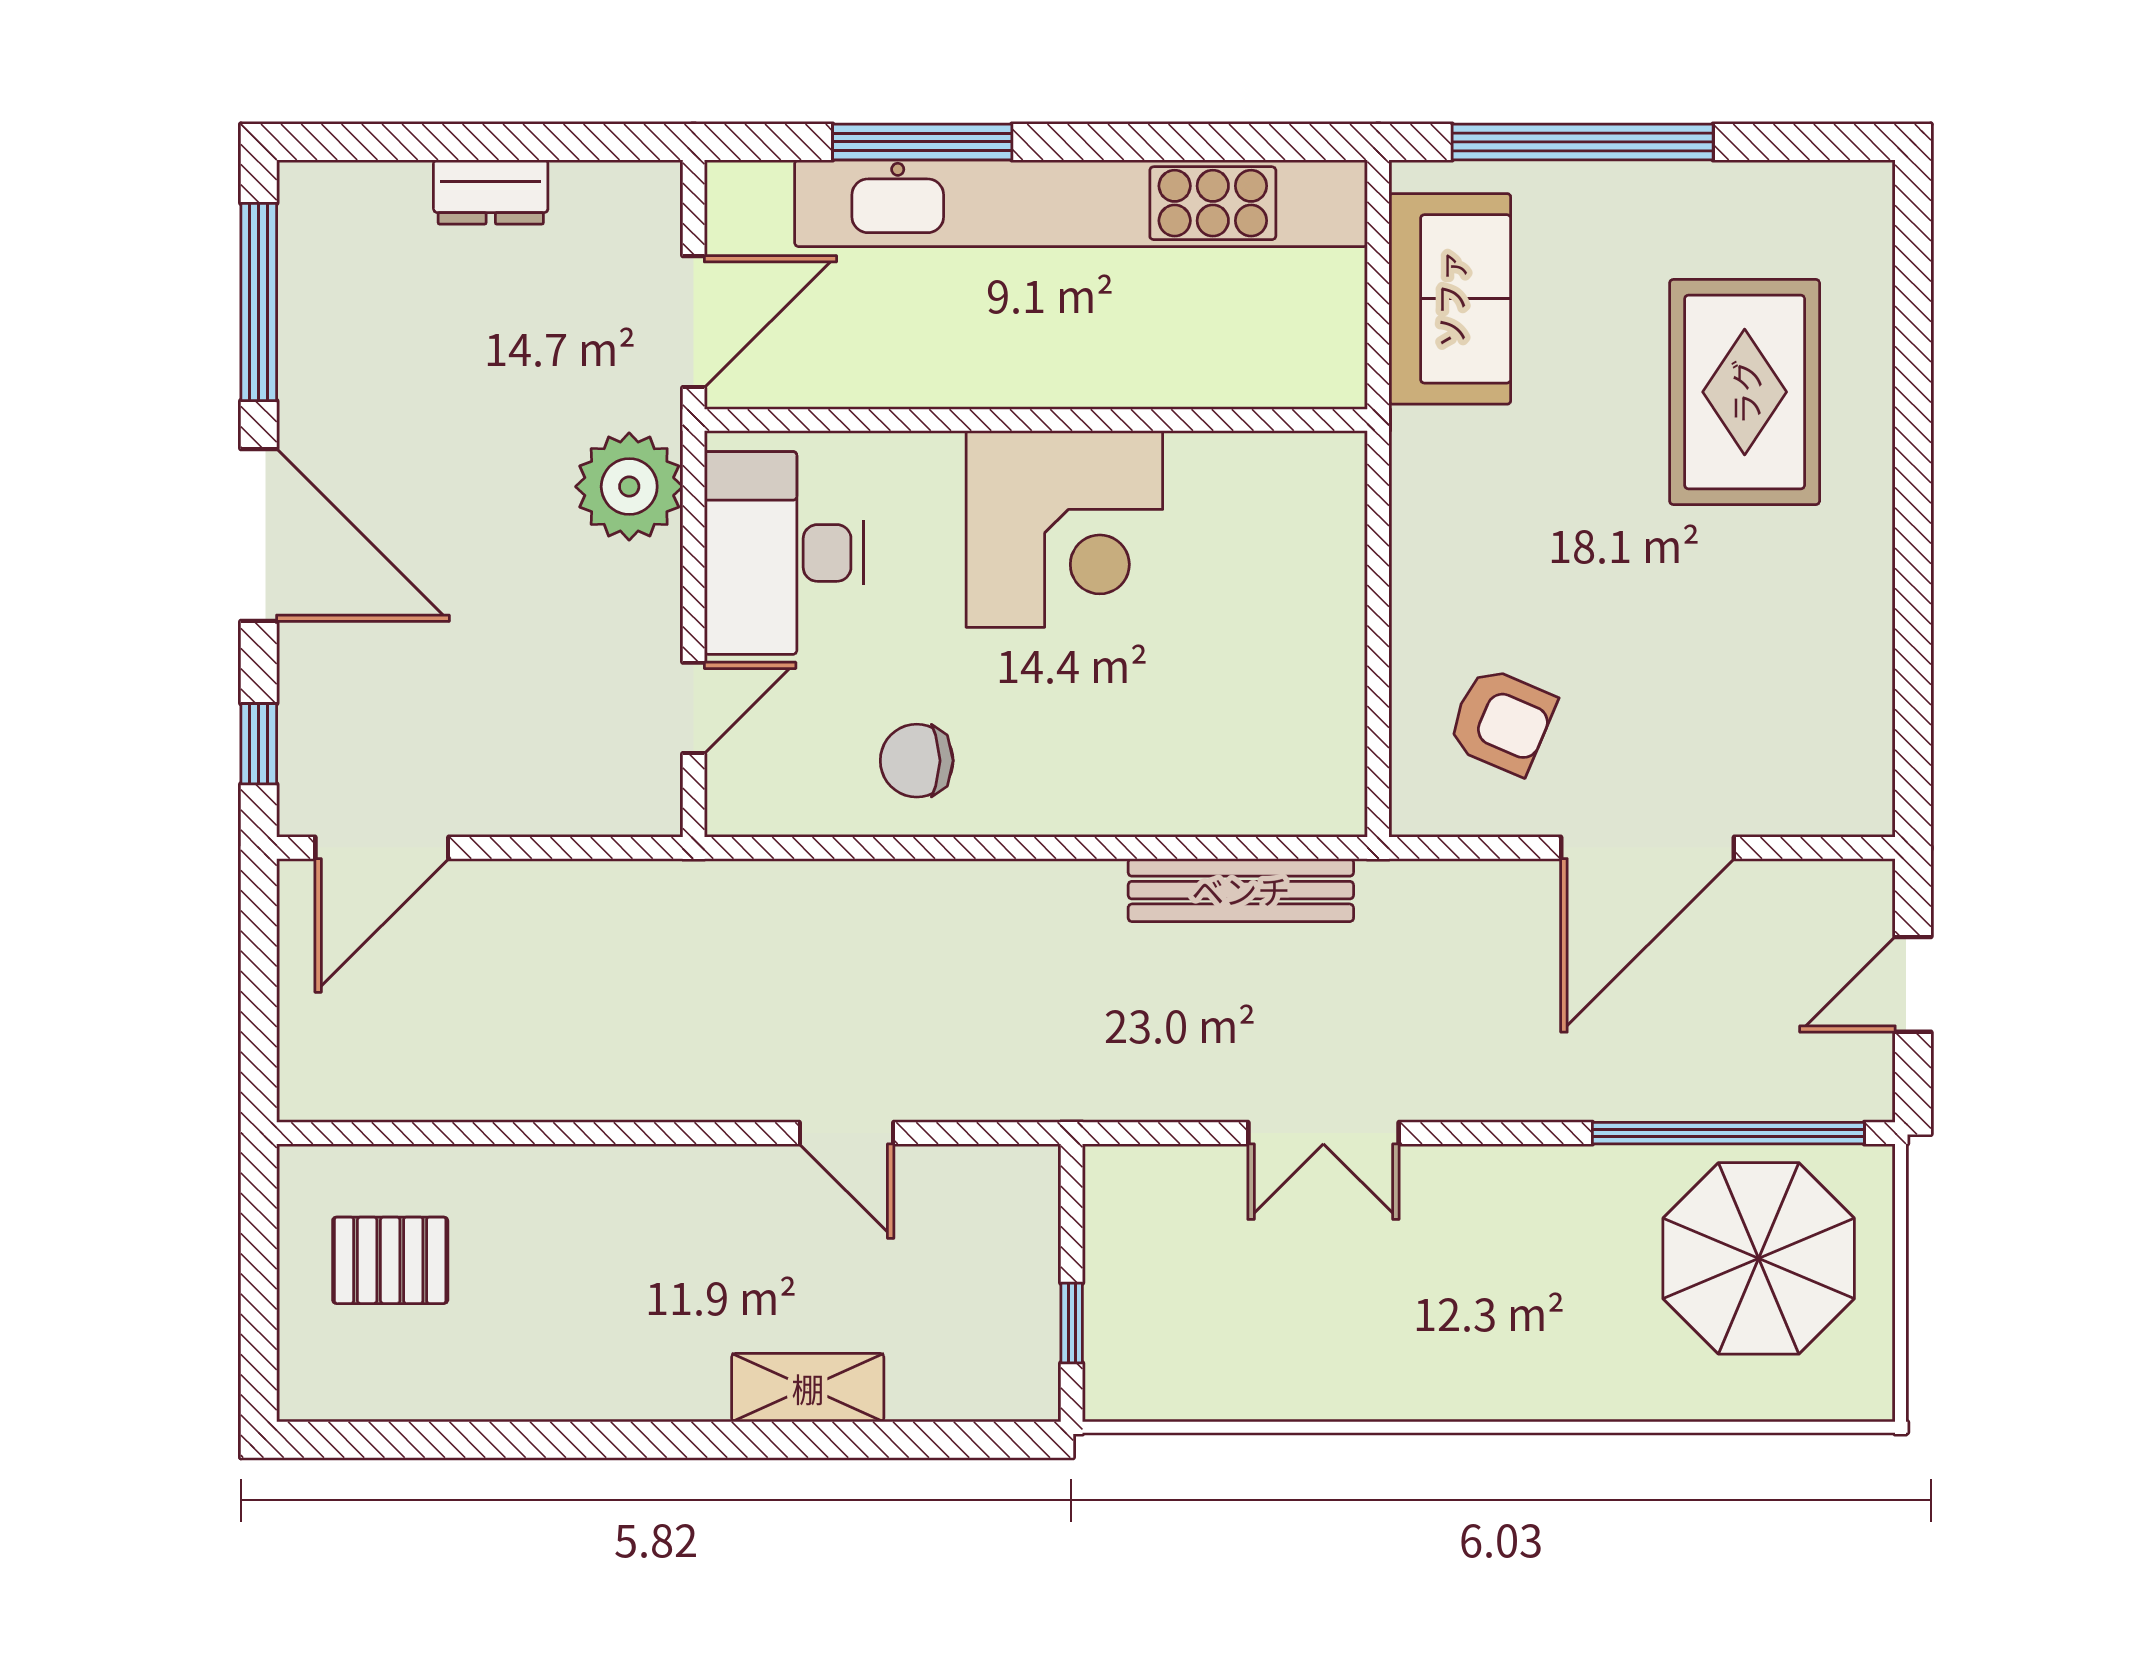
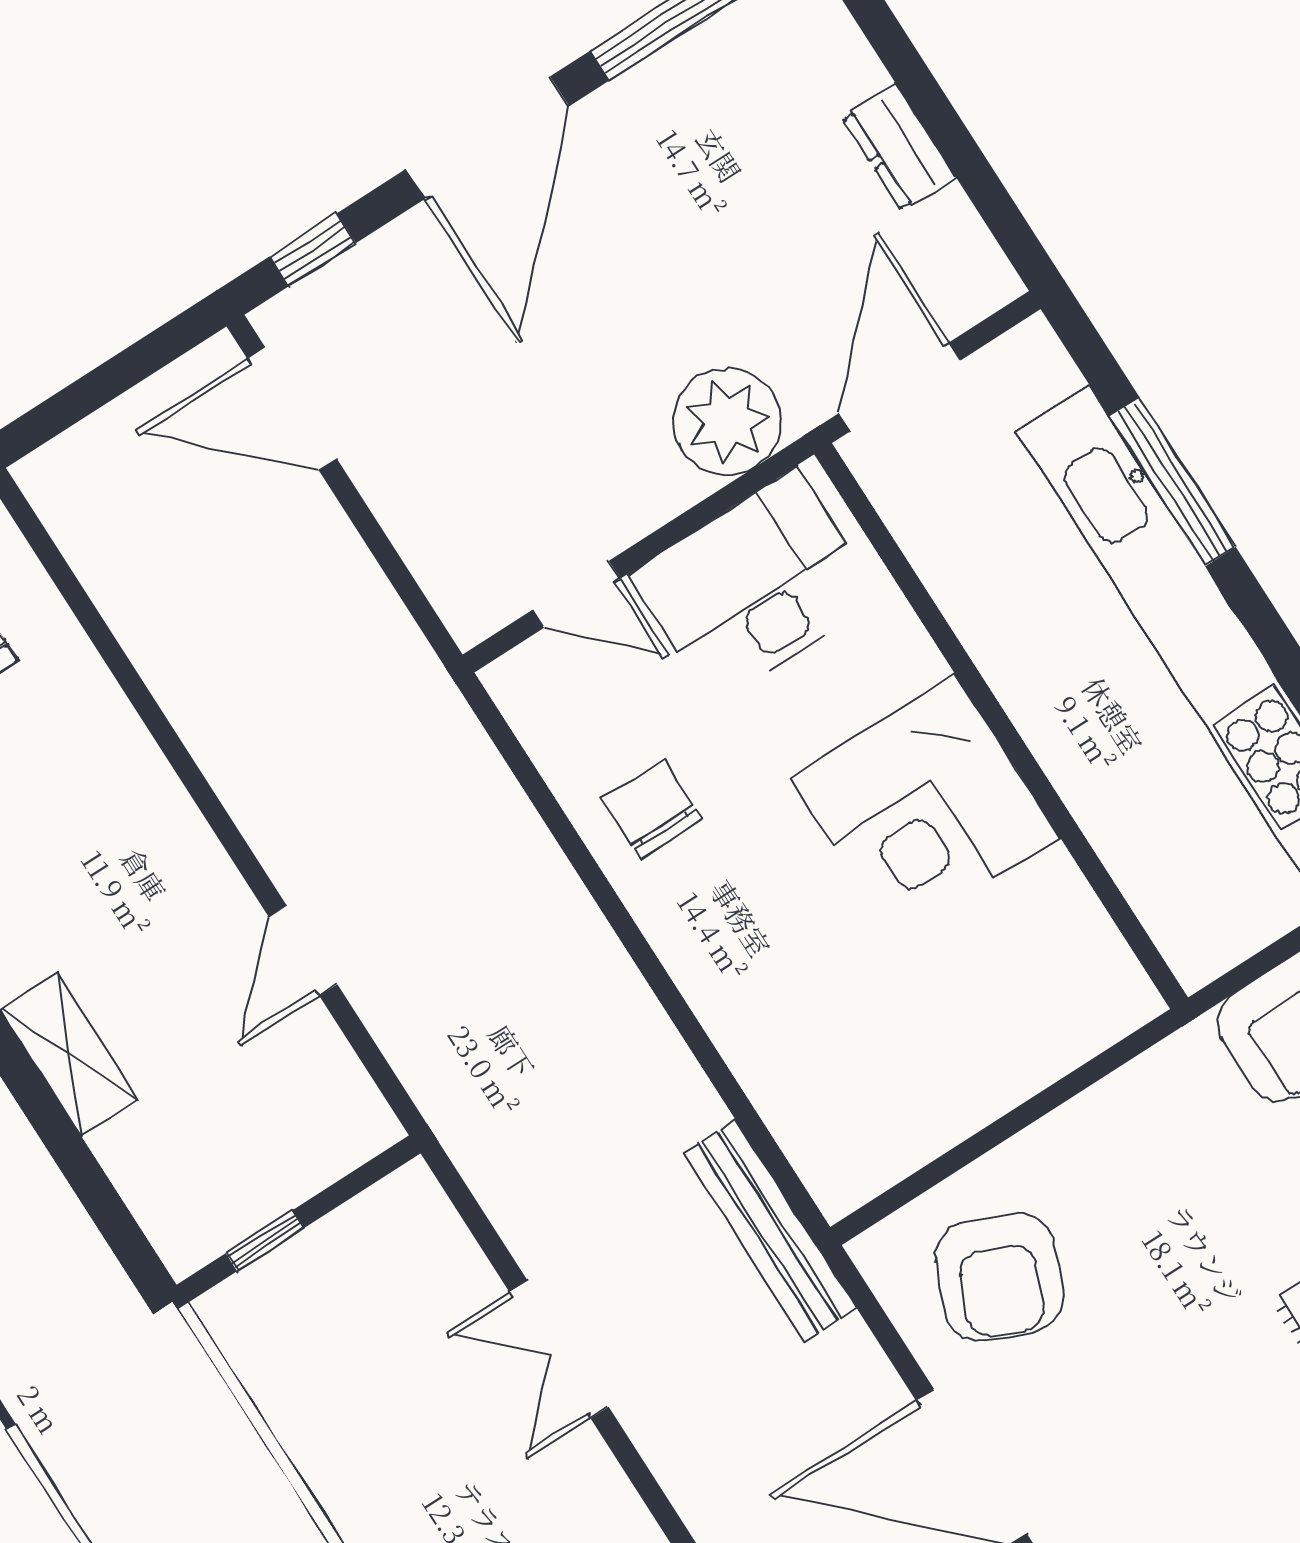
door: (694, 322) -> (900, 387), swing flipped
armchair: (1502, 721) -> (999, 1277), width x1.38, depth x1.38
bench: (1241, 890) -> (770, 1231), moved

